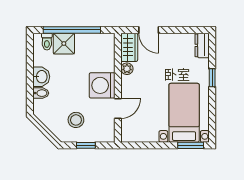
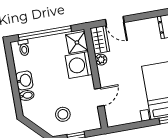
shower: (64, 44) -> (77, 42), moved
washing machine: (102, 85) -> (79, 65), moved

